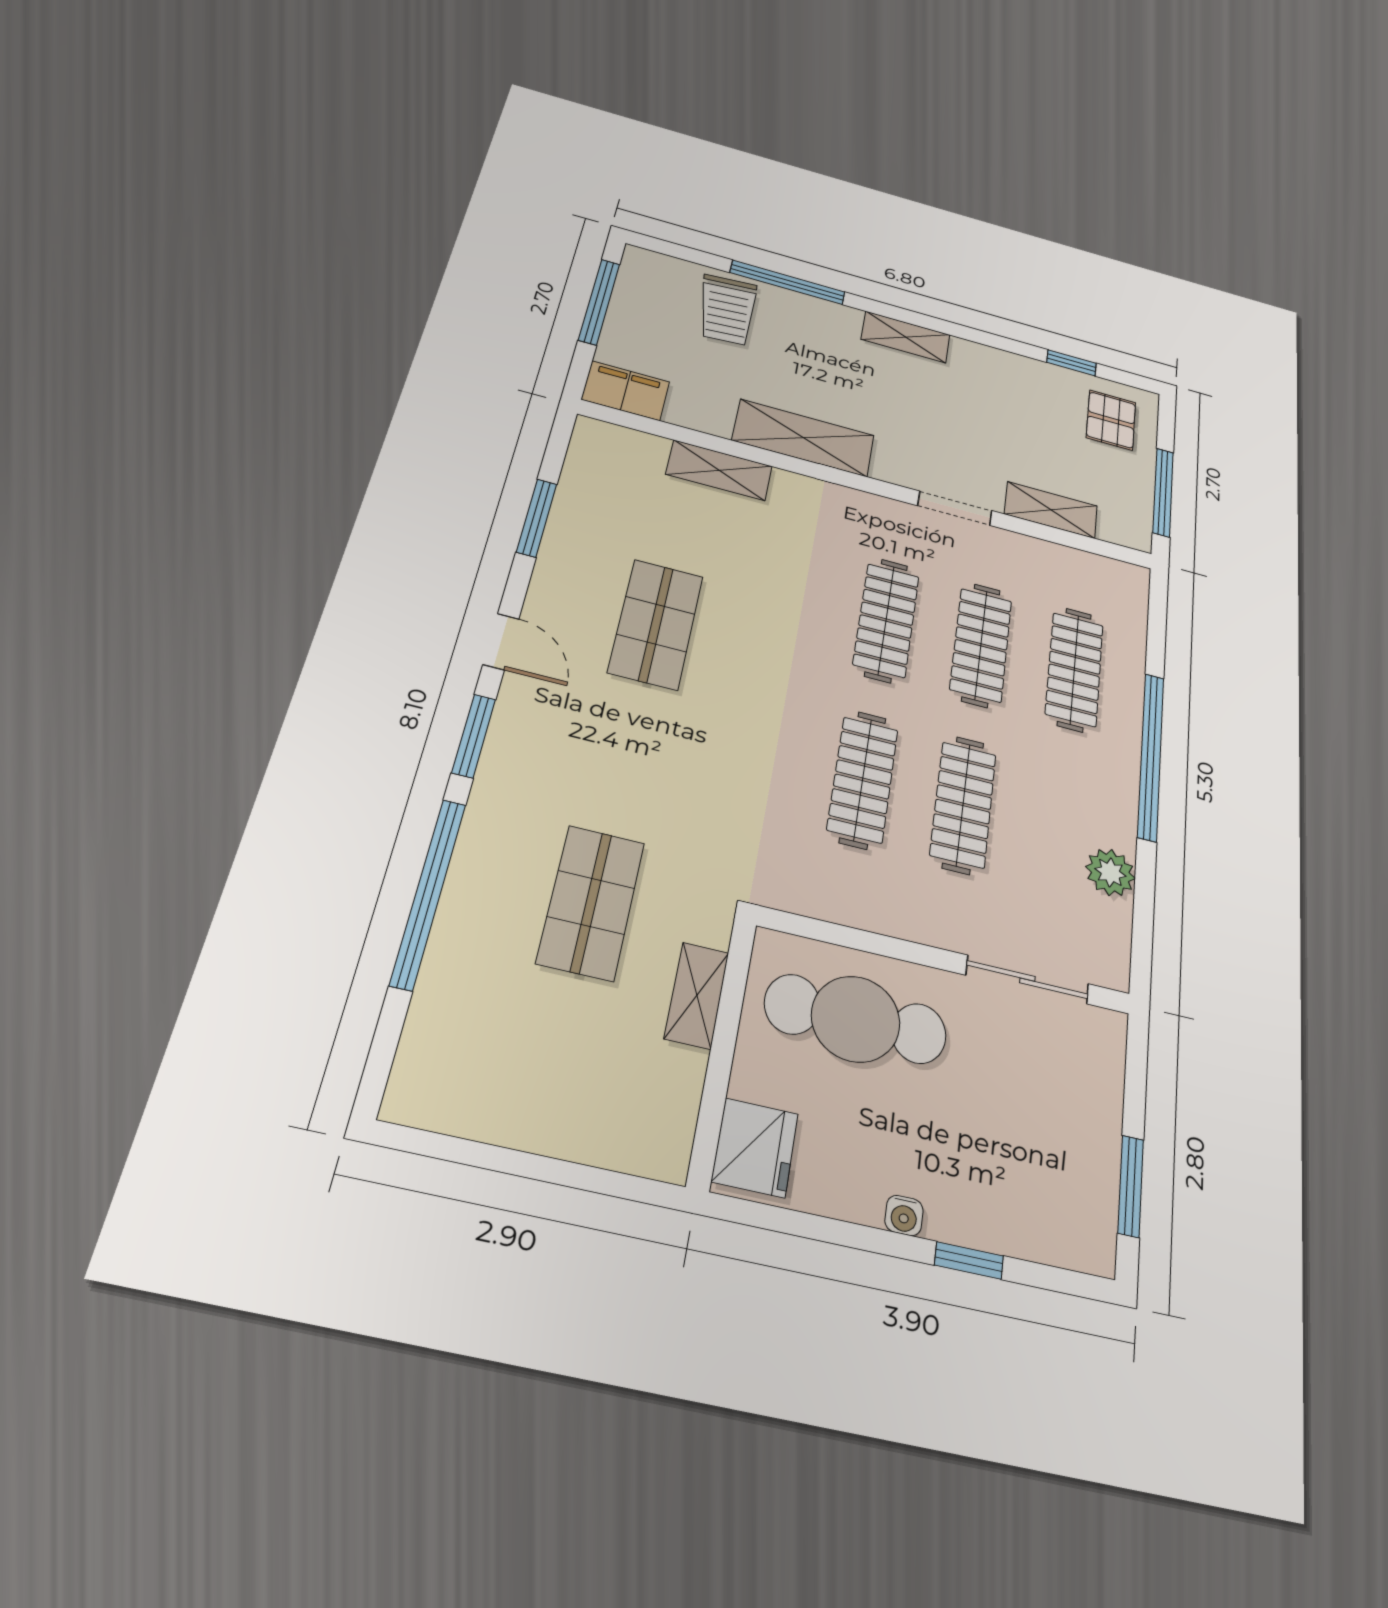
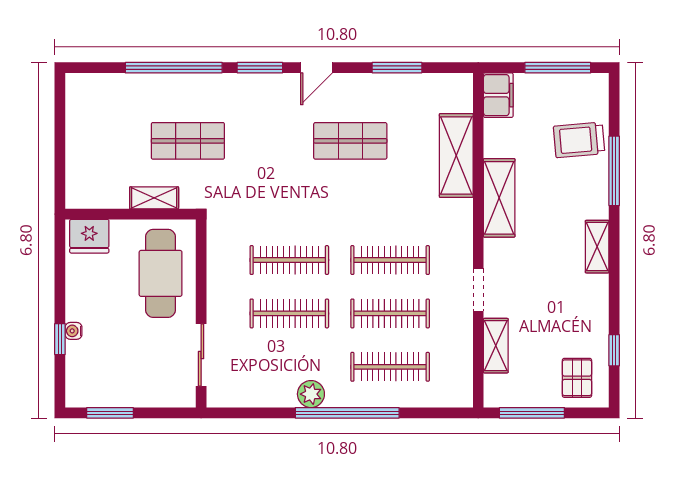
pallet: (1111, 420) -> (577, 378), turned 90
shelving: (719, 470) -> (456, 155), width x1.50, depth x1.33
plant: (1110, 872) -> (311, 394), moved
water cooler: (904, 1216) -> (74, 331), moved

